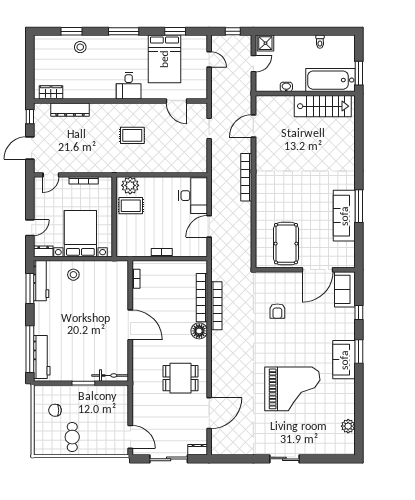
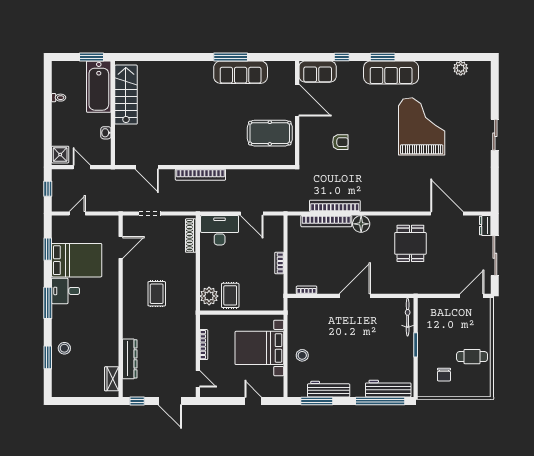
desk: (129, 86) -> (66, 291), moved, turned 180
shoe rack: (188, 168) -> (191, 236), added
dresser: (43, 251) -> (278, 387), removed
workbench: (41, 281) -> (329, 389), moved
sofa: (344, 360) -> (391, 72), width x1.36

